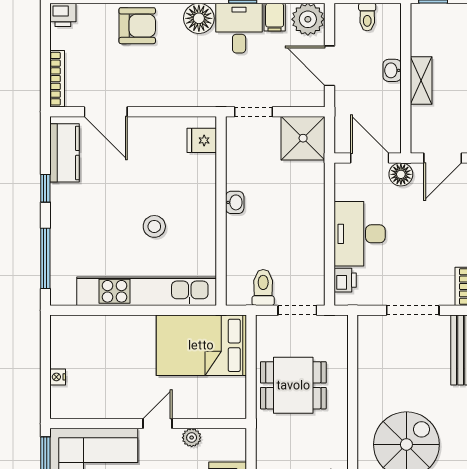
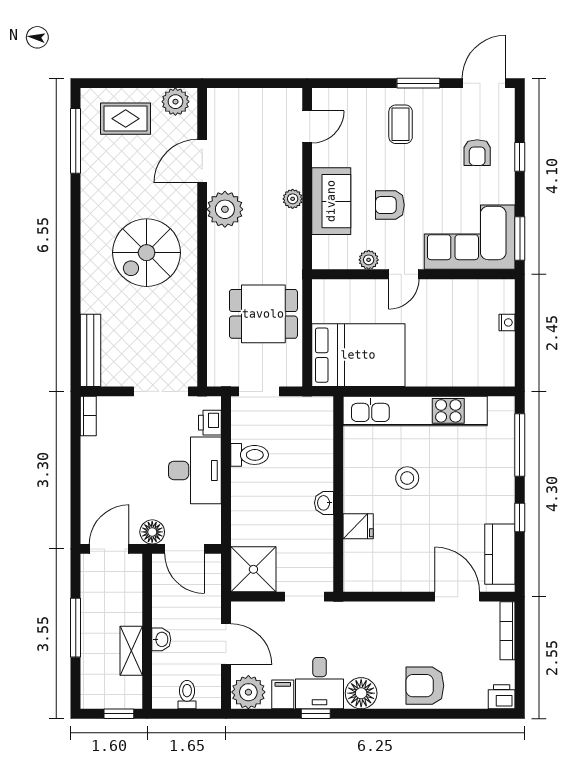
shelving: (421, 81) -> (131, 651), moved
fridge: (202, 140) -> (358, 526), moved
toilet: (263, 288) -> (250, 455), moved, turned -90
doorway: (413, 310) -> (161, 391), moved

